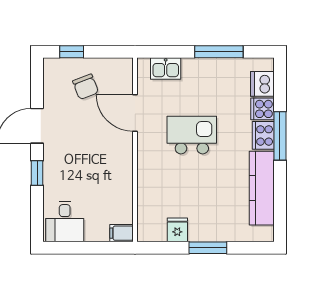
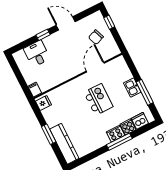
kitchen sink: (166, 69) -> (132, 87), moved
kitchen counter: (262, 188) -> (64, 144), moved, turned 90
desk: (65, 222) -> (37, 54), moved, turned 90
fridge: (177, 230) -> (43, 103), moved

